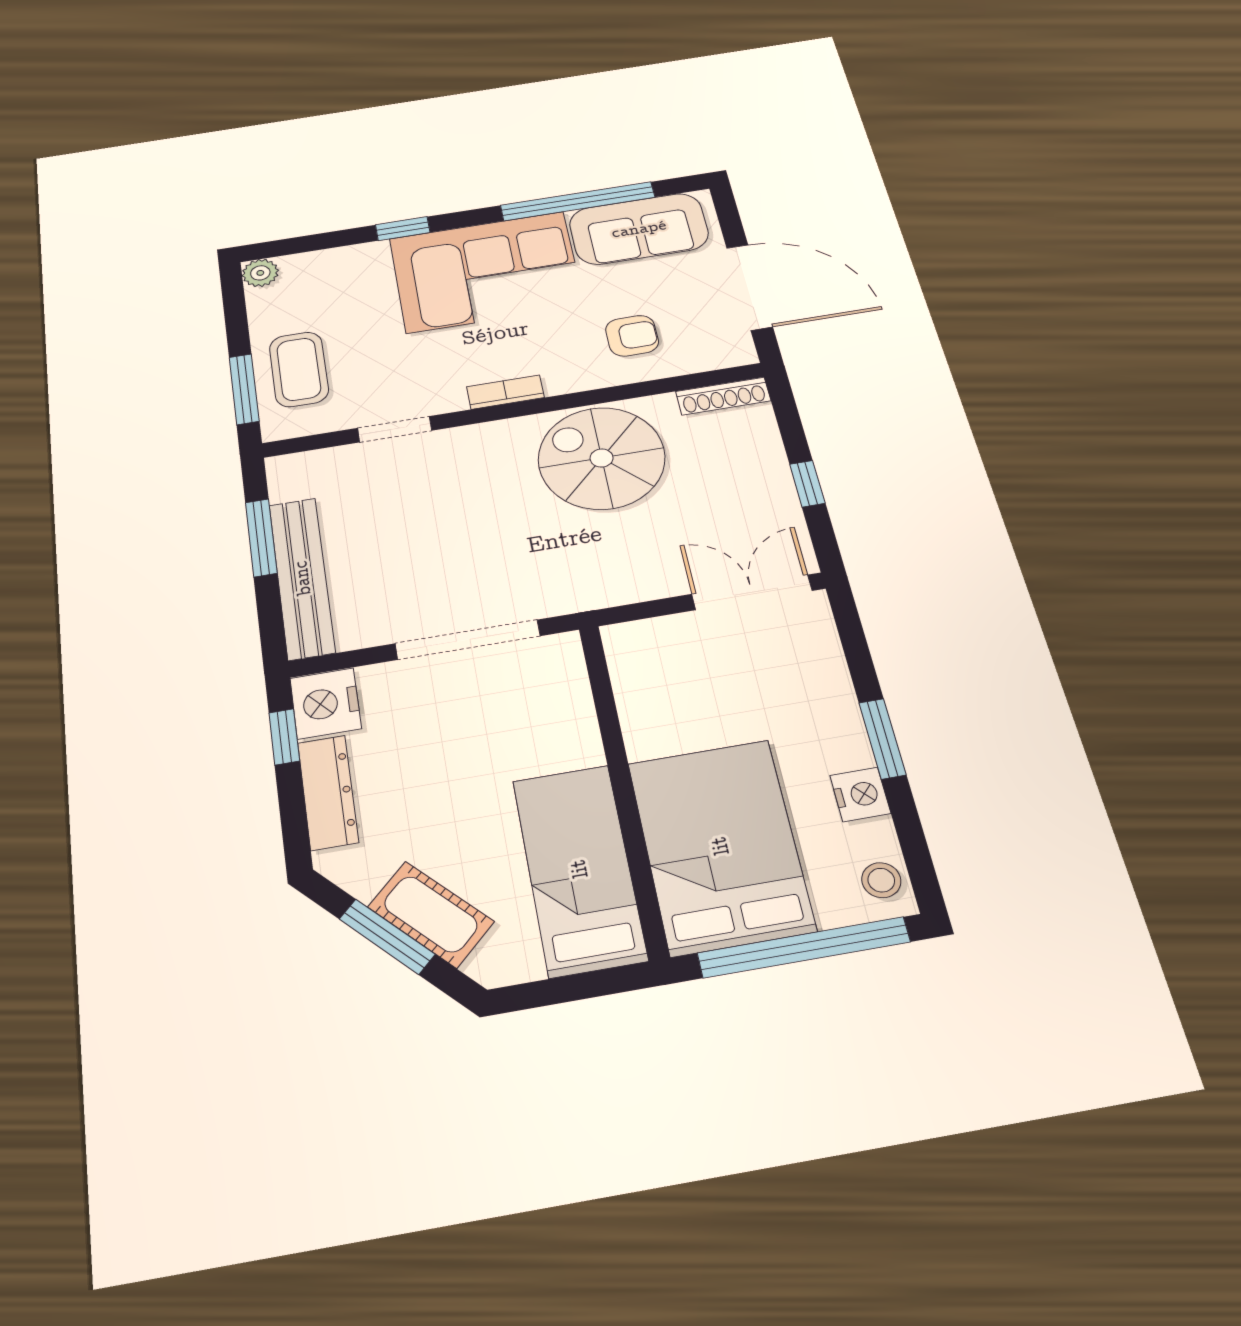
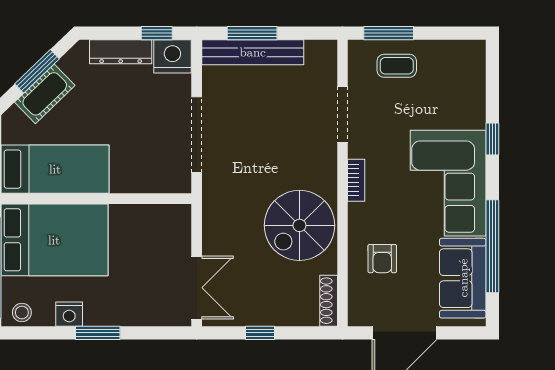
plant: (260, 273) -> (475, 51), removed
coffee table: (299, 369) -> (397, 66), width x0.73, depth x0.77
doorway: (395, 429) -> (343, 115), width x1.38
spiral stairs: (602, 458) -> (299, 225), turned 180
window: (261, 538) -> (252, 33), moved

